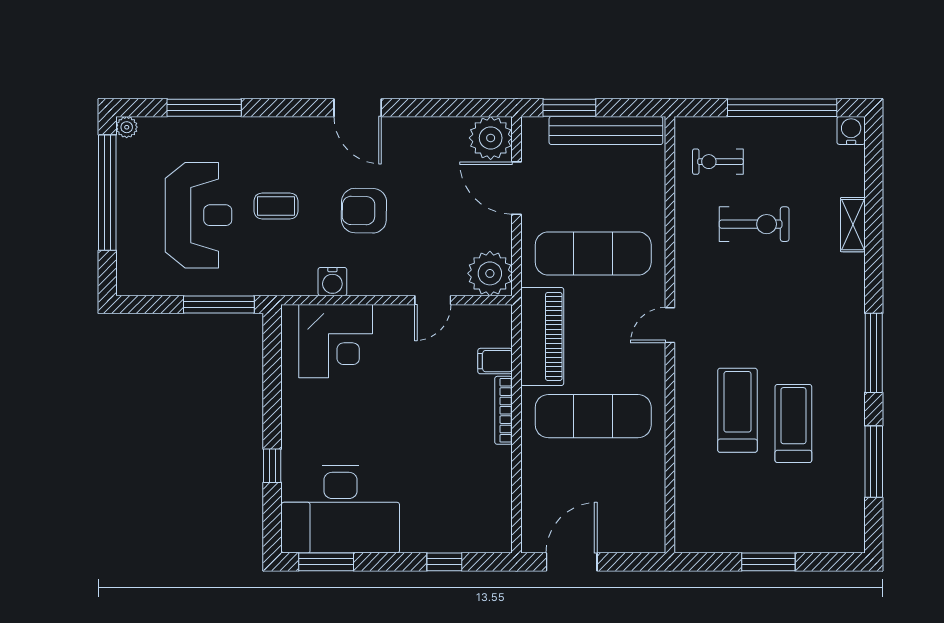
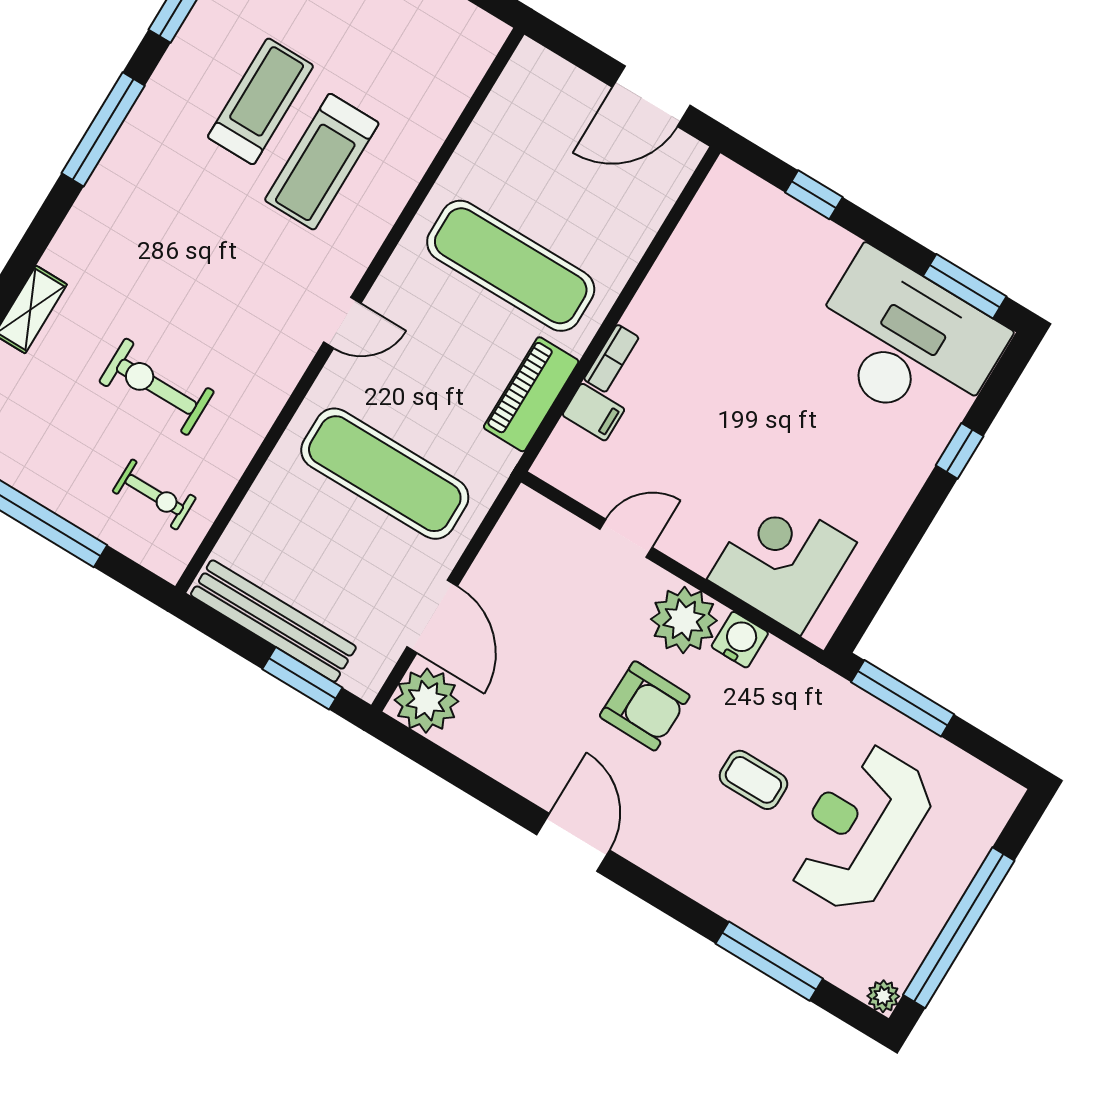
plant: (490, 273) -> (684, 620), moved
piano: (542, 336) -> (531, 394), width x0.73, depth x0.75
bookcase: (503, 410) -> (611, 358), width x0.64
treadmill: (793, 423) -> (261, 101), turned 180

